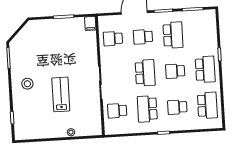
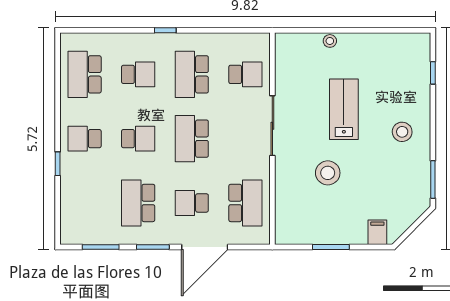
filing cabinet: (90, 23) -> (377, 232), moved
school desk: (143, 37) -> (192, 203), turned 180
school desk: (113, 39) -> (245, 203), width x1.85
stool: (68, 58) -> (328, 173), added
school desk: (205, 69) -> (85, 139), width x0.54
lab bench: (61, 94) -> (344, 109), turned 180
school desk: (147, 109) -> (192, 74), turned 180

